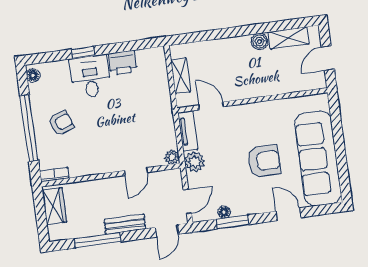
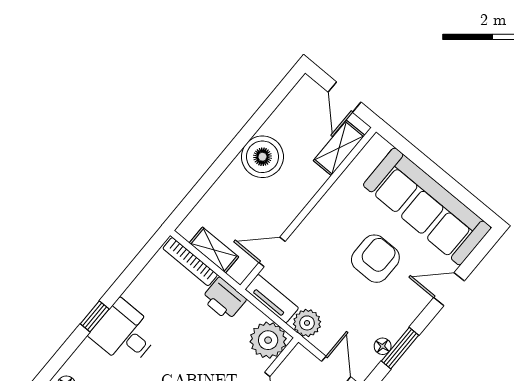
shelving: (288, 38) -> (339, 148), moved
boiler: (260, 41) -> (262, 157), width x1.86, depth x1.86
printer: (123, 63) -> (224, 299), moved, turned 90
bookcase: (162, 70) -> (190, 262), added
plant: (172, 157) -> (268, 340), width x1.87, depth x1.87

